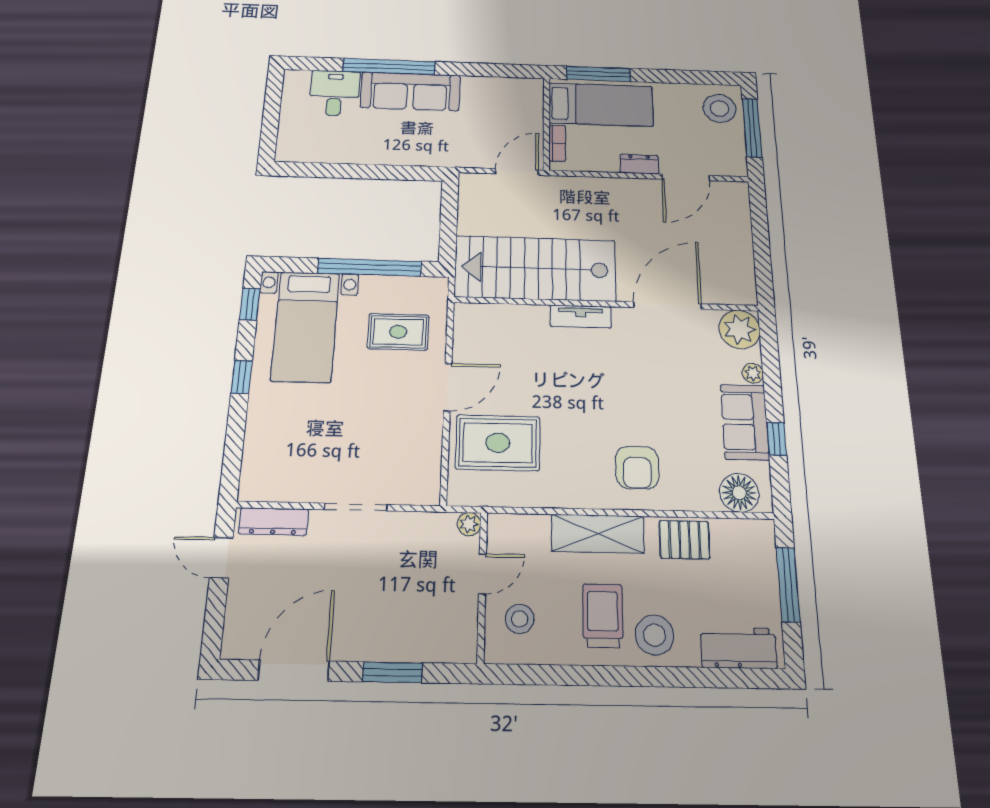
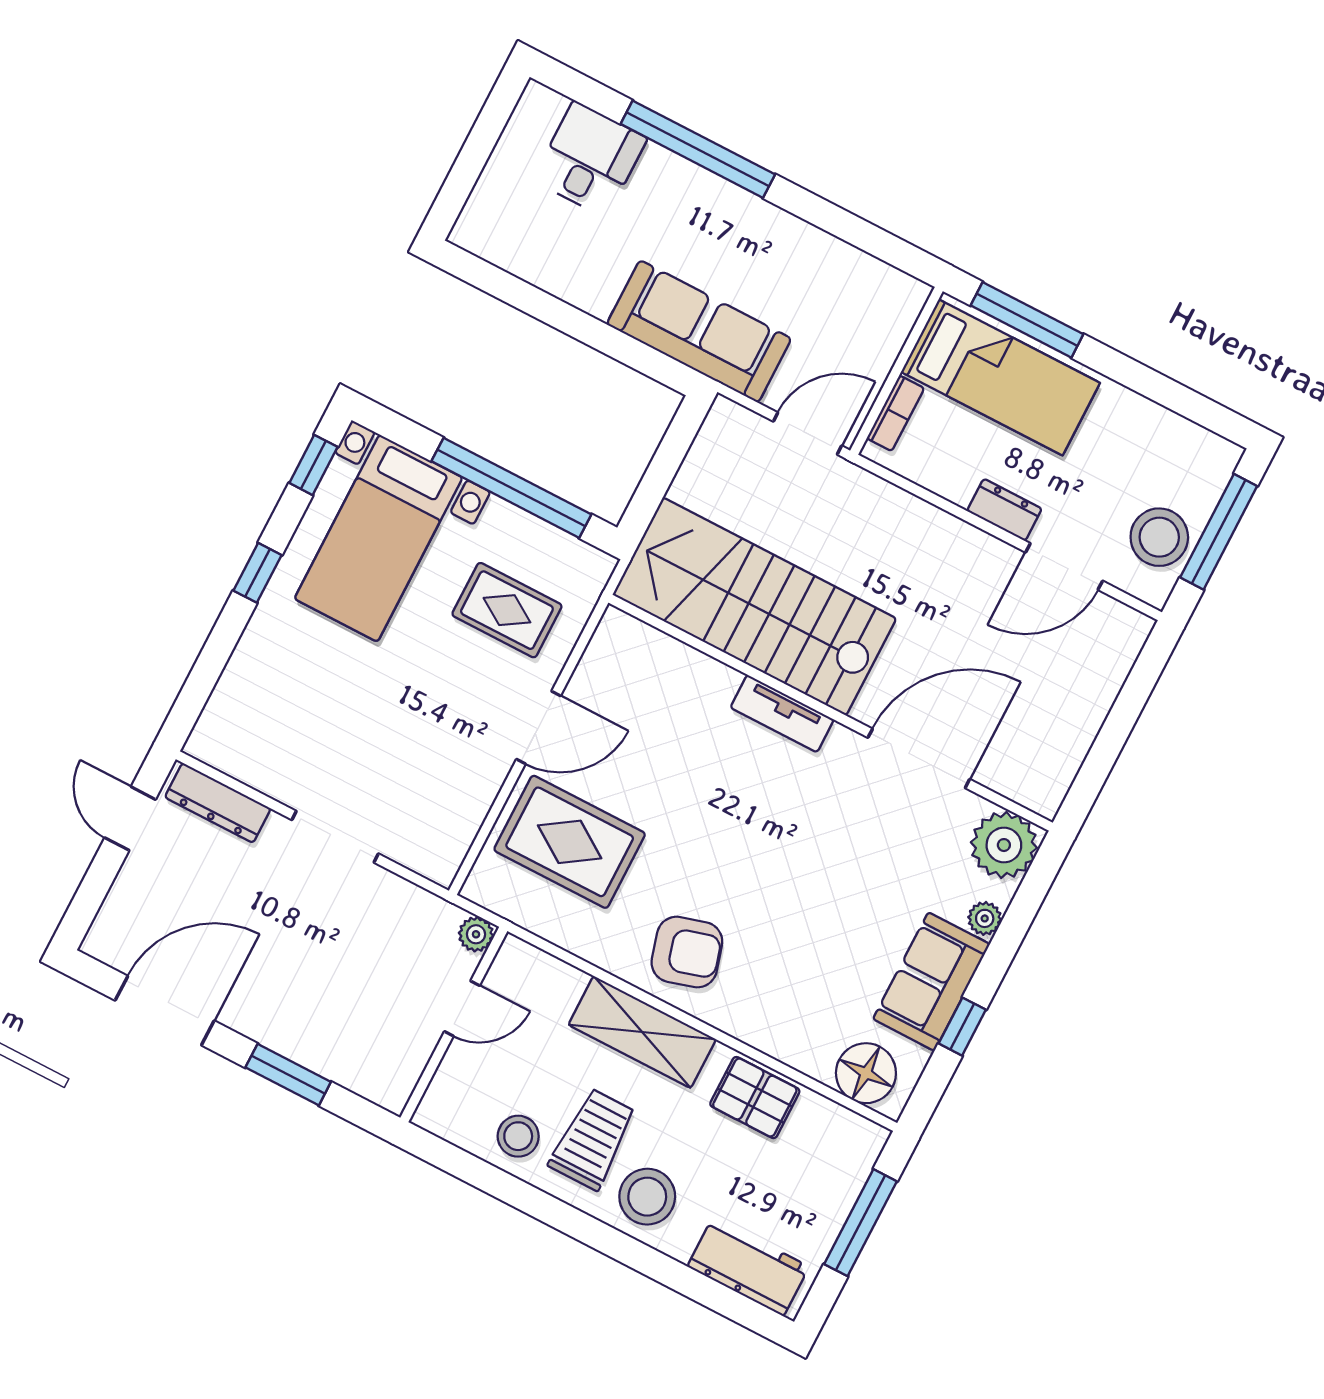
sofa: (410, 91) -> (699, 331), moved, turned 180
stool: (719, 108) -> (1159, 537), moved
armchair: (637, 467) -> (687, 952), moved, turned -106
stool: (520, 619) -> (518, 1136), moved

